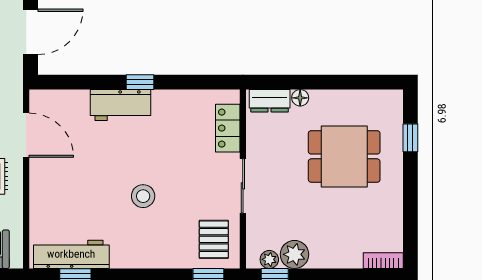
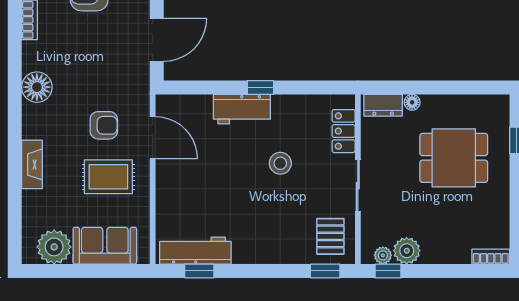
stool: (143, 196) -> (280, 163), moved

